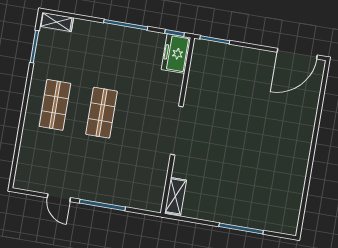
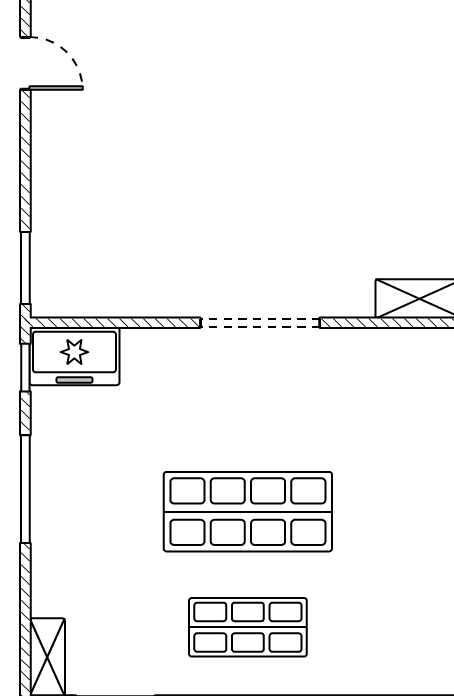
door: (297, 54) -> (25, 63), width x0.53
shop shelf: (101, 113) -> (248, 512), width x1.43, depth x1.36

